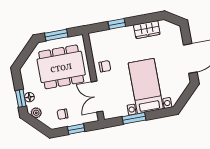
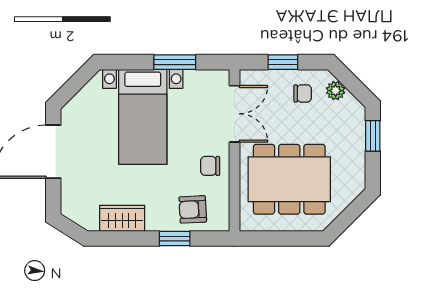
window: (56, 35) -> (288, 239), removed
armchair: (110, 41) -> (193, 209), added
floor lamp: (29, 97) -> (357, 135), removed
plant: (36, 113) -> (336, 91), moved

